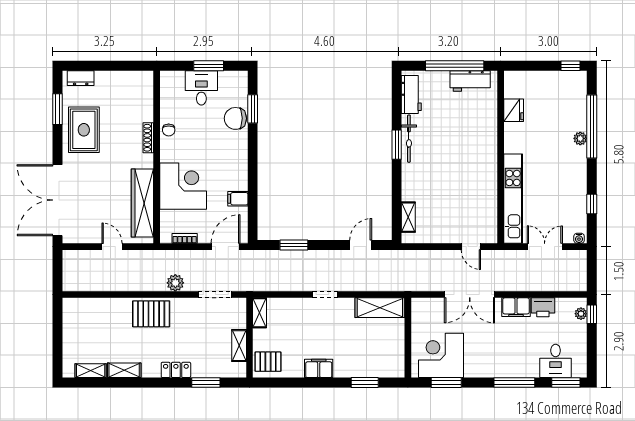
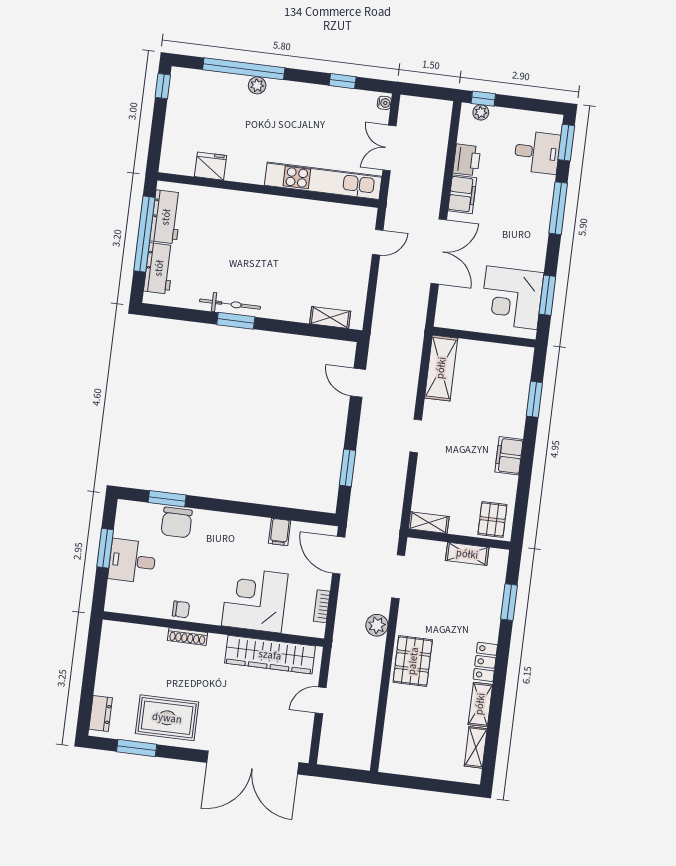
workbench: (411, 95) -> (159, 268), moved, turned 90
locker: (176, 370) -> (485, 662), moved

